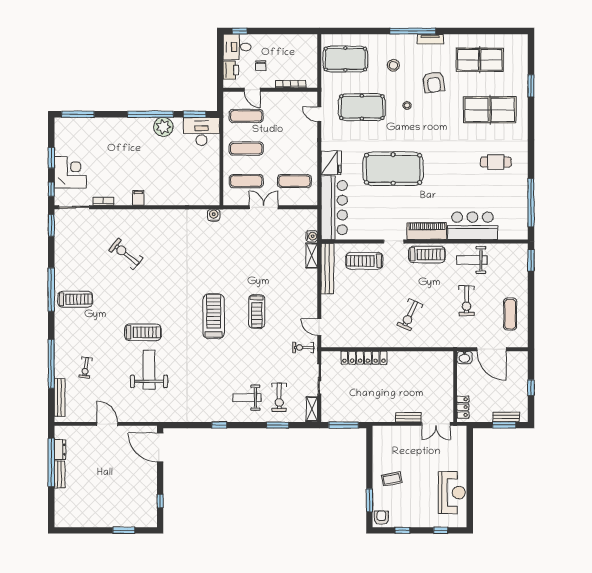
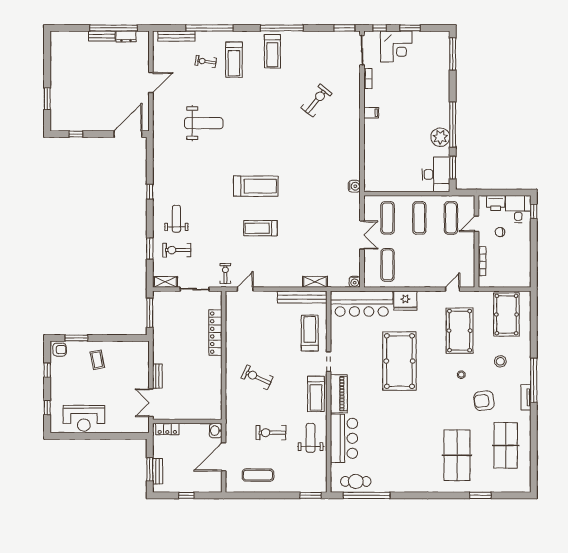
cafe table: (496, 162) -> (356, 481), moved, turned 90
water cooler: (312, 236) -> (355, 282), moved
treadmill: (143, 332) -> (234, 60), moved

